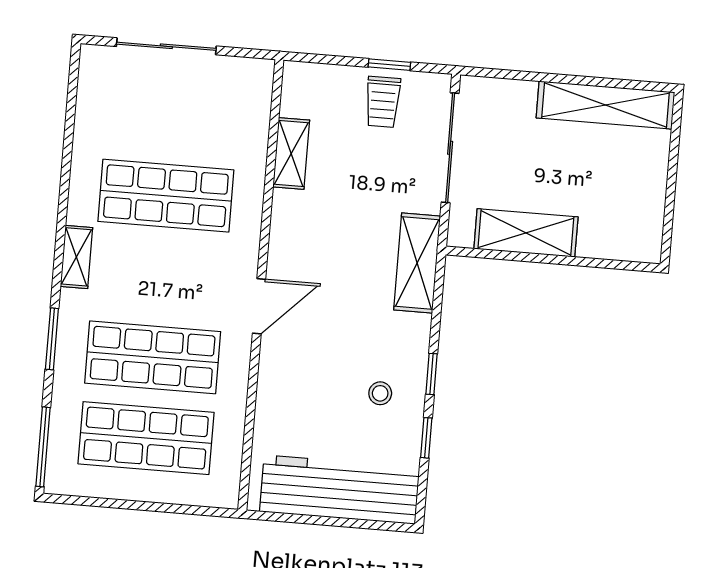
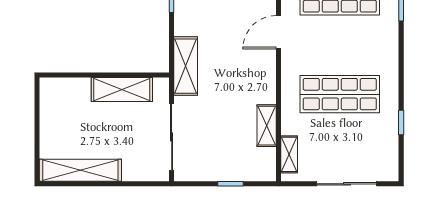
window: (389, 65) -> (231, 184), moved
trolley: (383, 102) -> (214, 161), removed
window: (68, 140) -> (401, 123), added
shelving: (76, 257) -> (289, 154), moved

